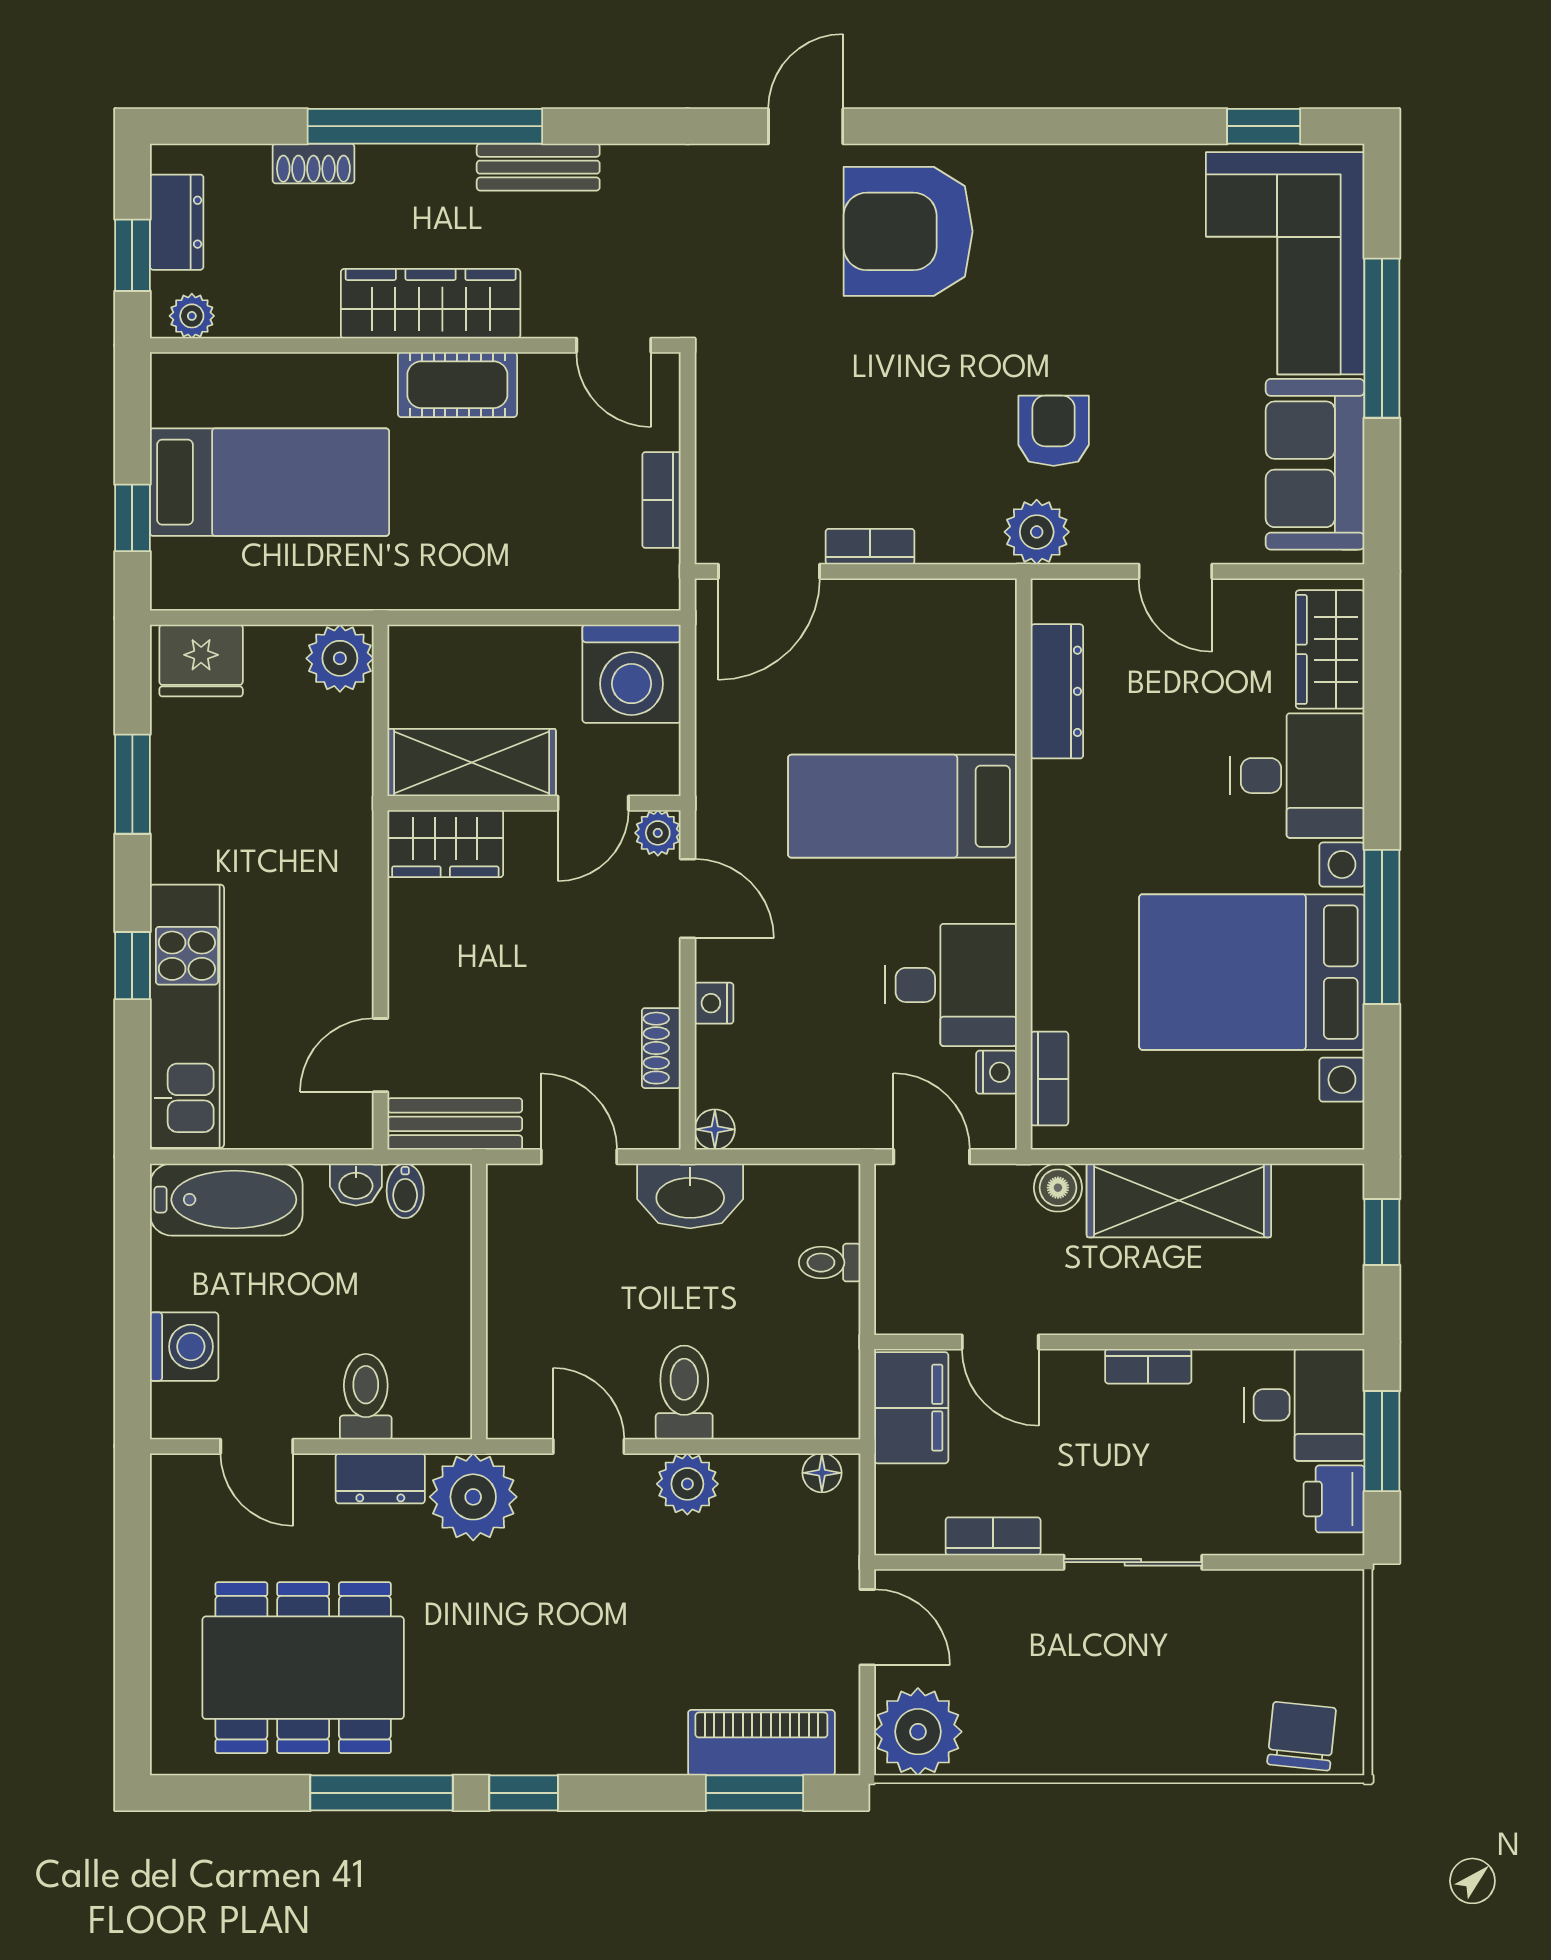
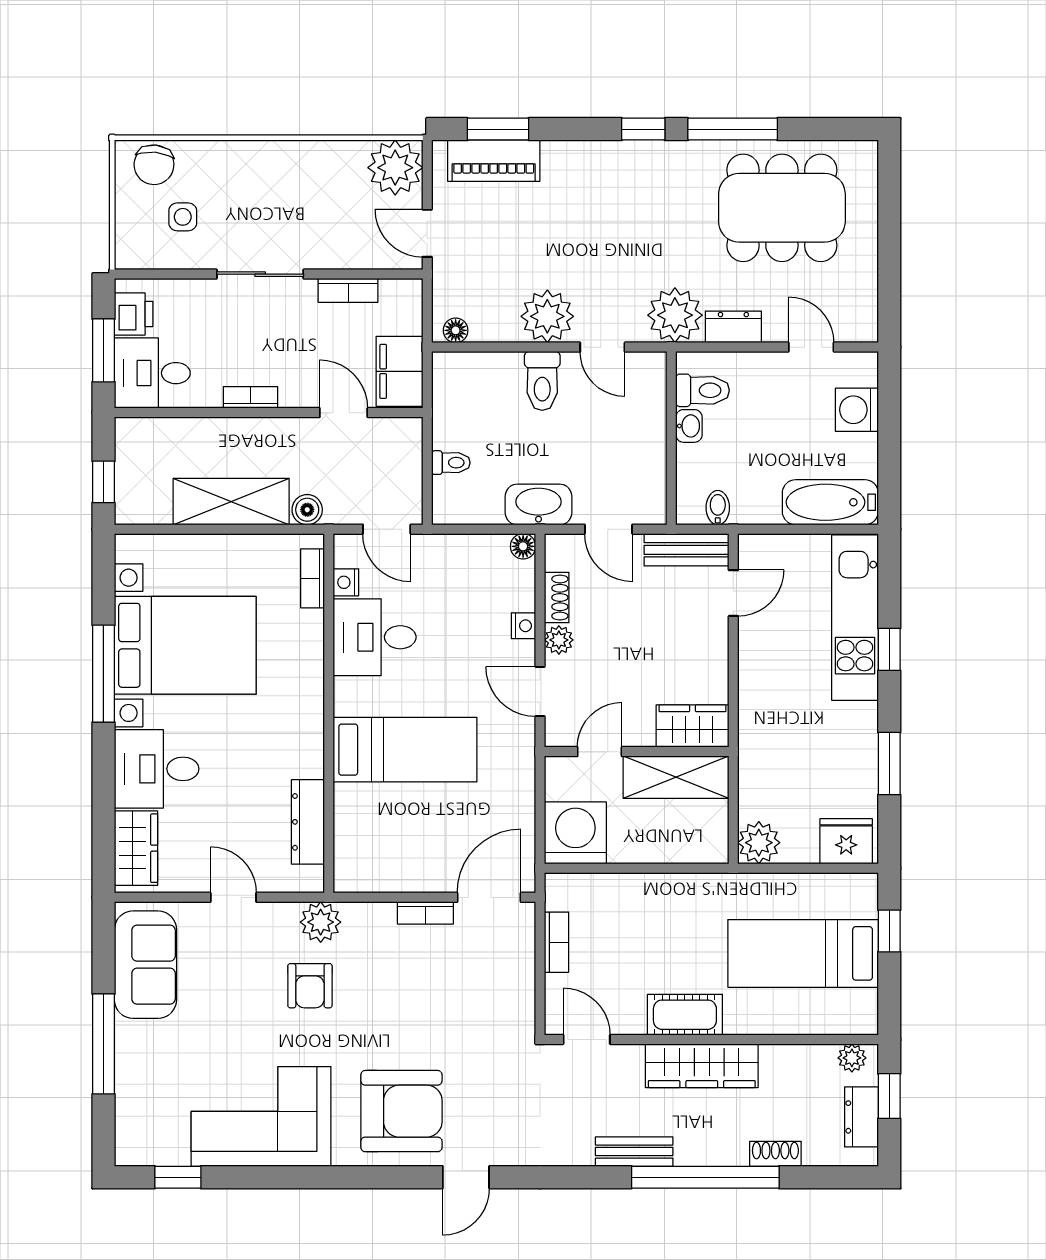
corner sofa: (1285, 263) -> (261, 1116), moved, turned -90
plant: (658, 833) -> (559, 640), moved
washbasin: (356, 1185) -> (689, 426), moved, turned 90
toilet: (366, 1397) -> (703, 390), moved, turned -90
plant: (687, 1484) -> (547, 316), width x1.36, depth x1.36
side table: (1256, 1653) -> (183, 217), added

